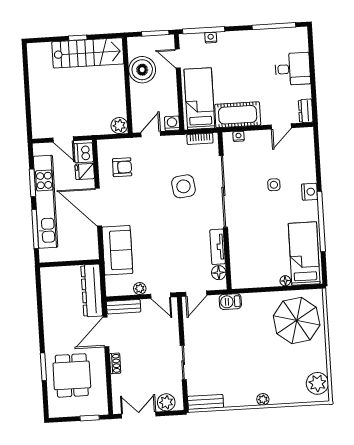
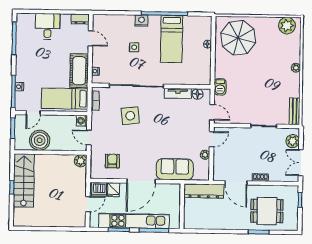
bed: (304, 254) -> (172, 39), moved, turned -90
bench: (124, 307) -> (218, 168), removed

